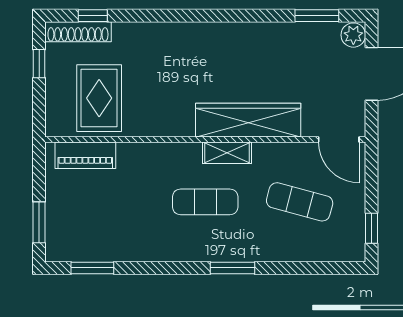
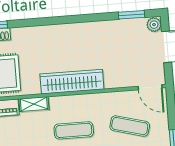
wardrobe: (248, 120) -> (72, 82), moved
shelving: (227, 153) -> (34, 104), moved

